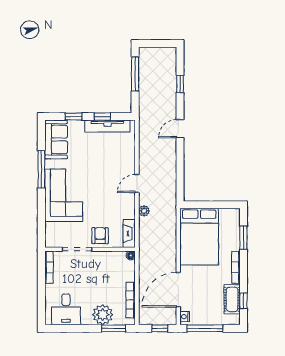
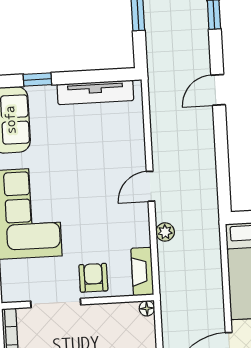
window: (102, 117) -> (86, 77), removed

